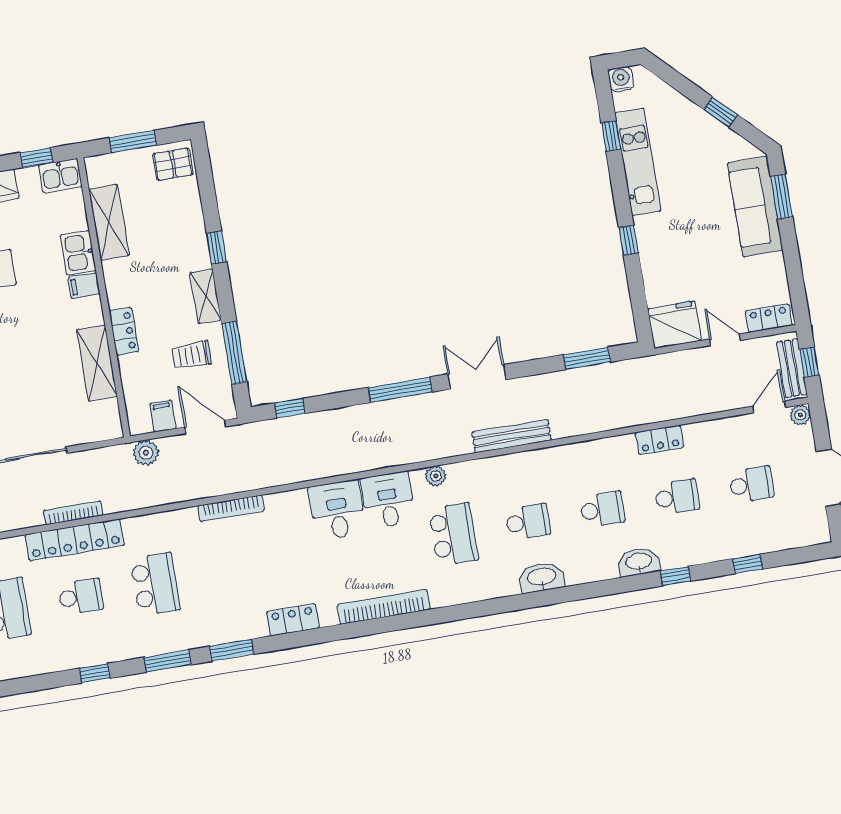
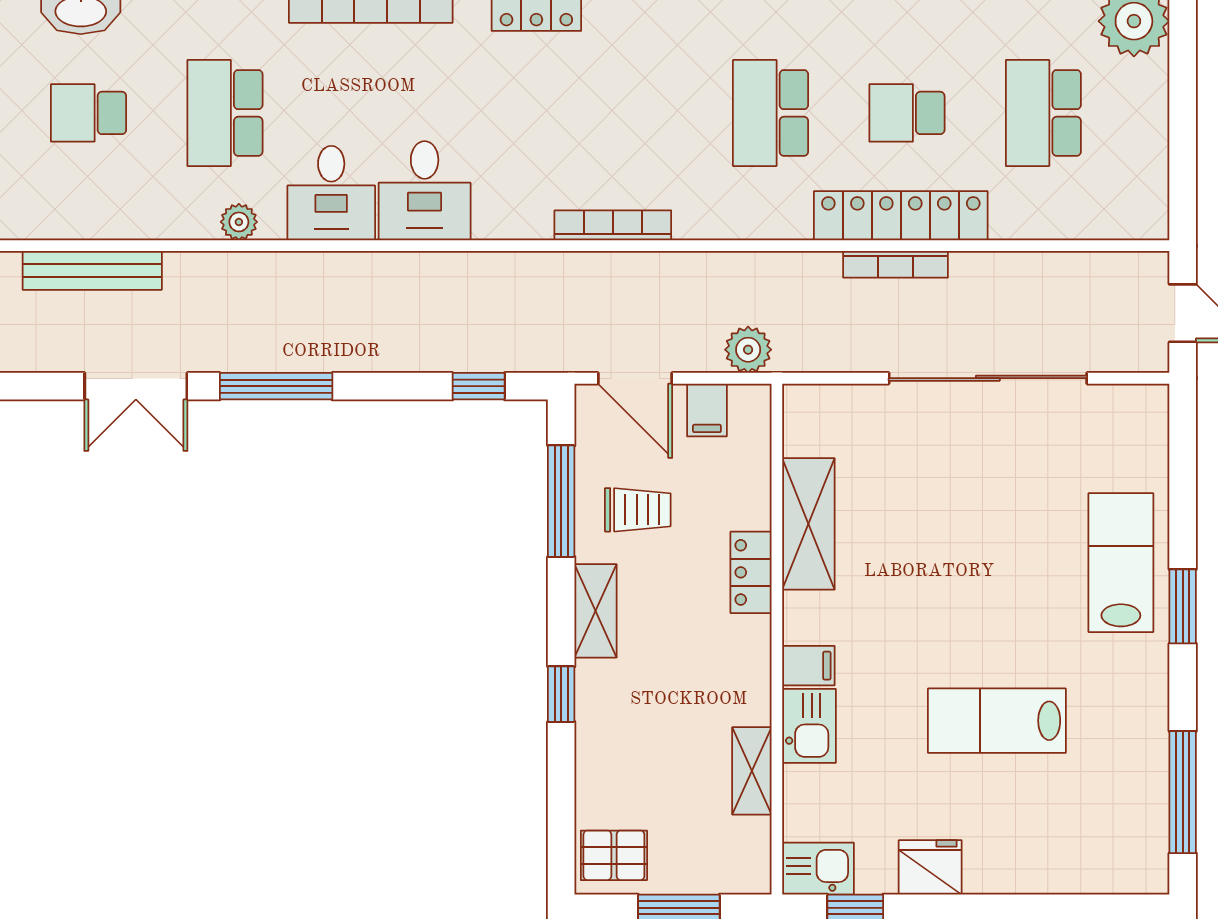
shelving: (109, 222) -> (752, 771), width x0.67, depth x0.75

